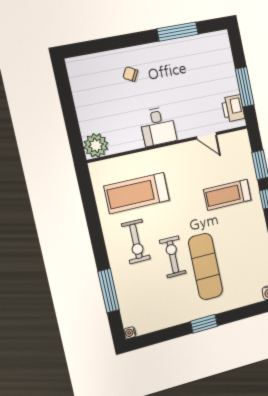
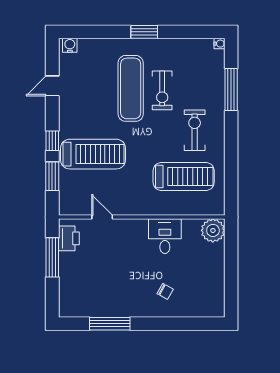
desk: (158, 126) -> (165, 236), moved
treadmill: (227, 195) -> (93, 154), width x1.37, depth x1.38
exercise bike: (173, 257) -> (162, 90), moved

